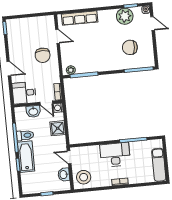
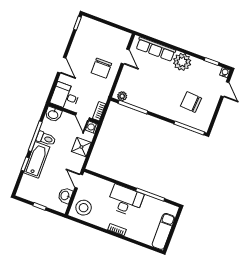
plant: (125, 16) -> (182, 62), moved
washbasin: (33, 111) -> (53, 114), moved

